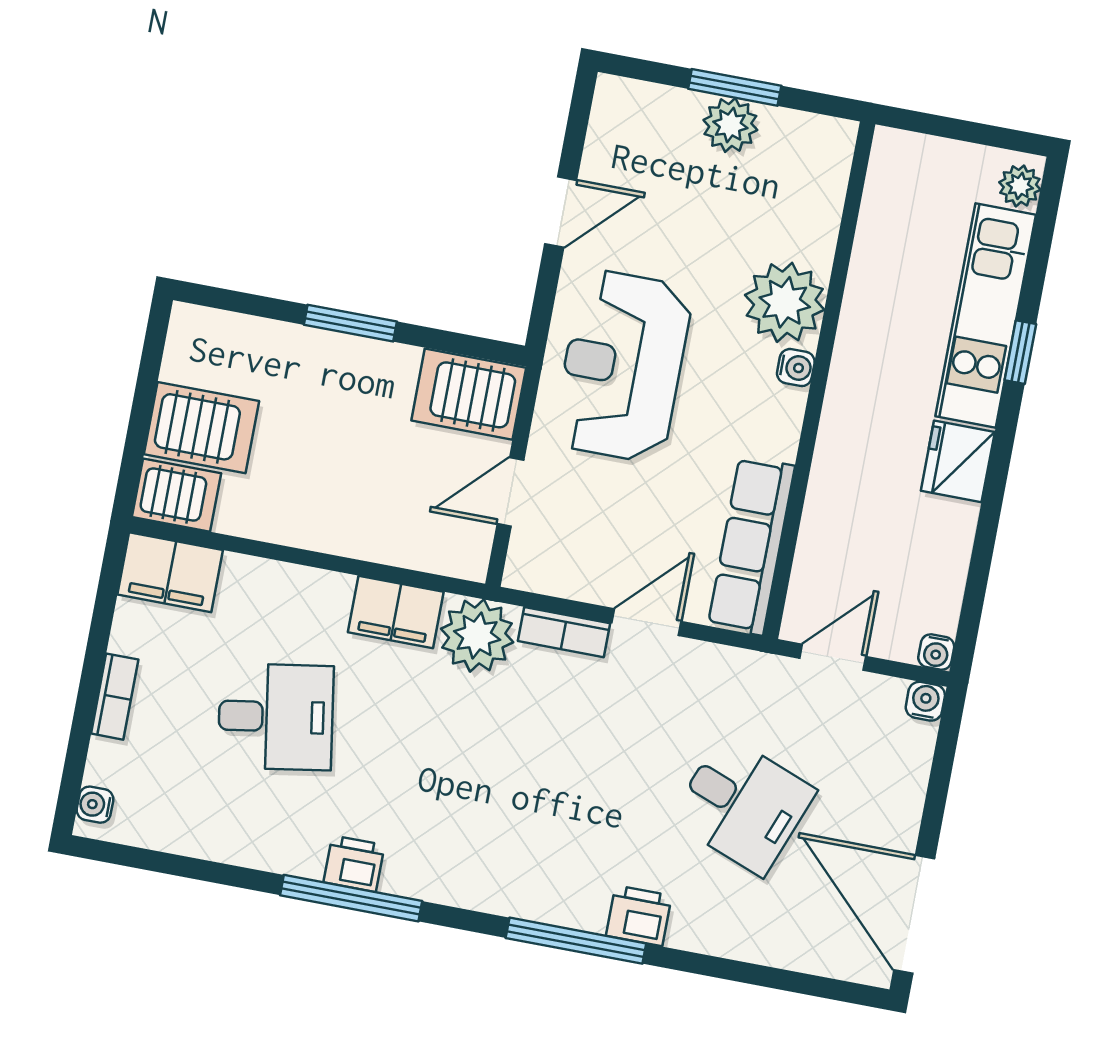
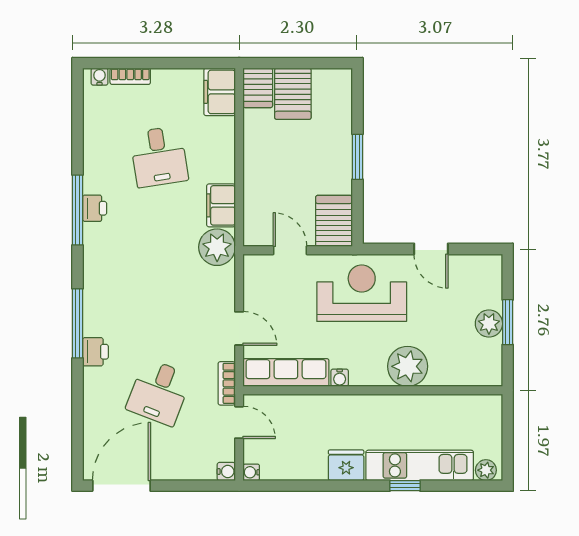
water cooler: (796, 368) -> (340, 378), moved
bookcase: (564, 632) -> (227, 383), moved
bookcase: (115, 697) -> (130, 76), moved

